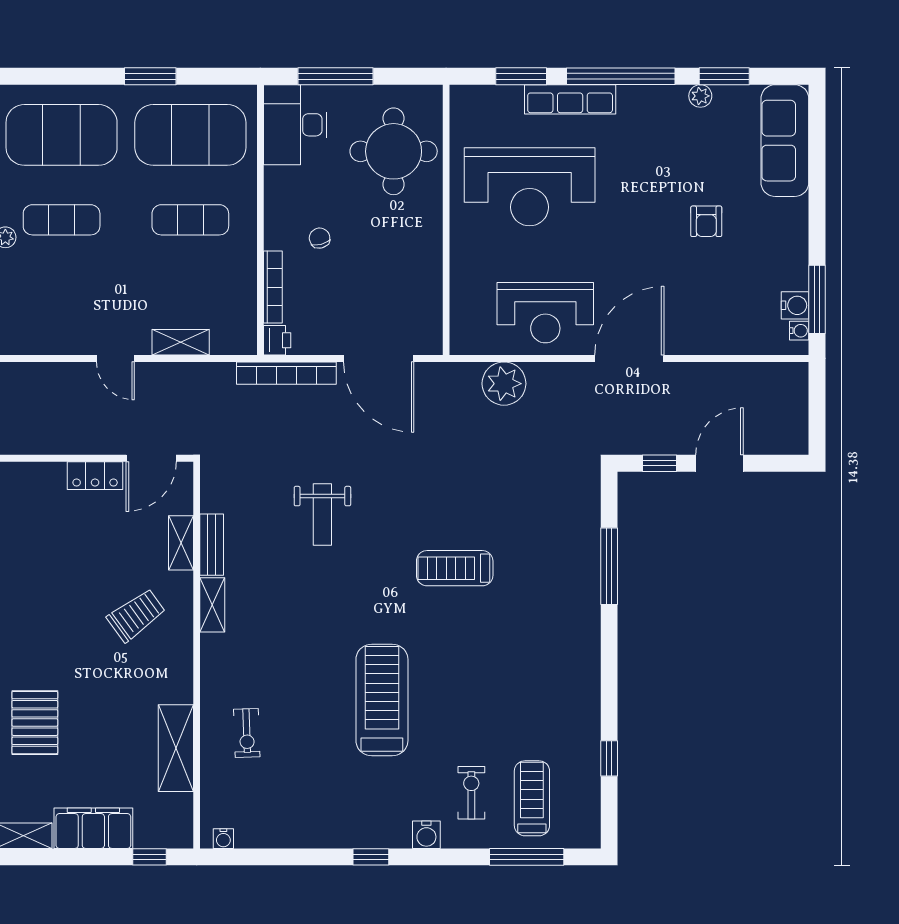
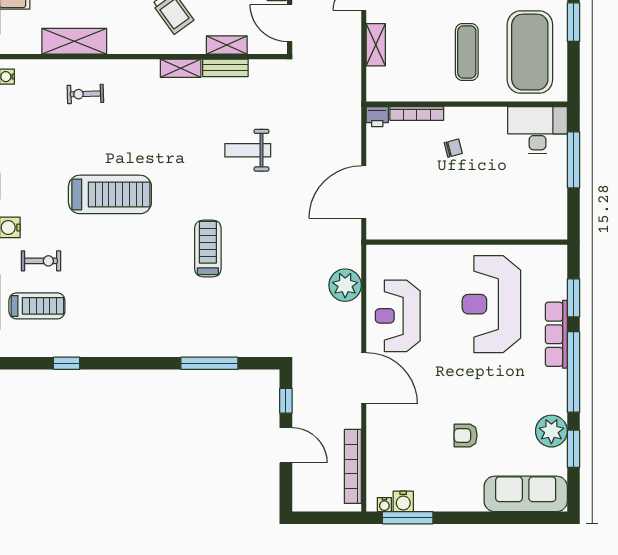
plant: (700, 96) -> (551, 431), width x1.88, depth x1.88
round table: (394, 151) -> (518, 203), removed
bookcase: (286, 373) -> (353, 466), moved

